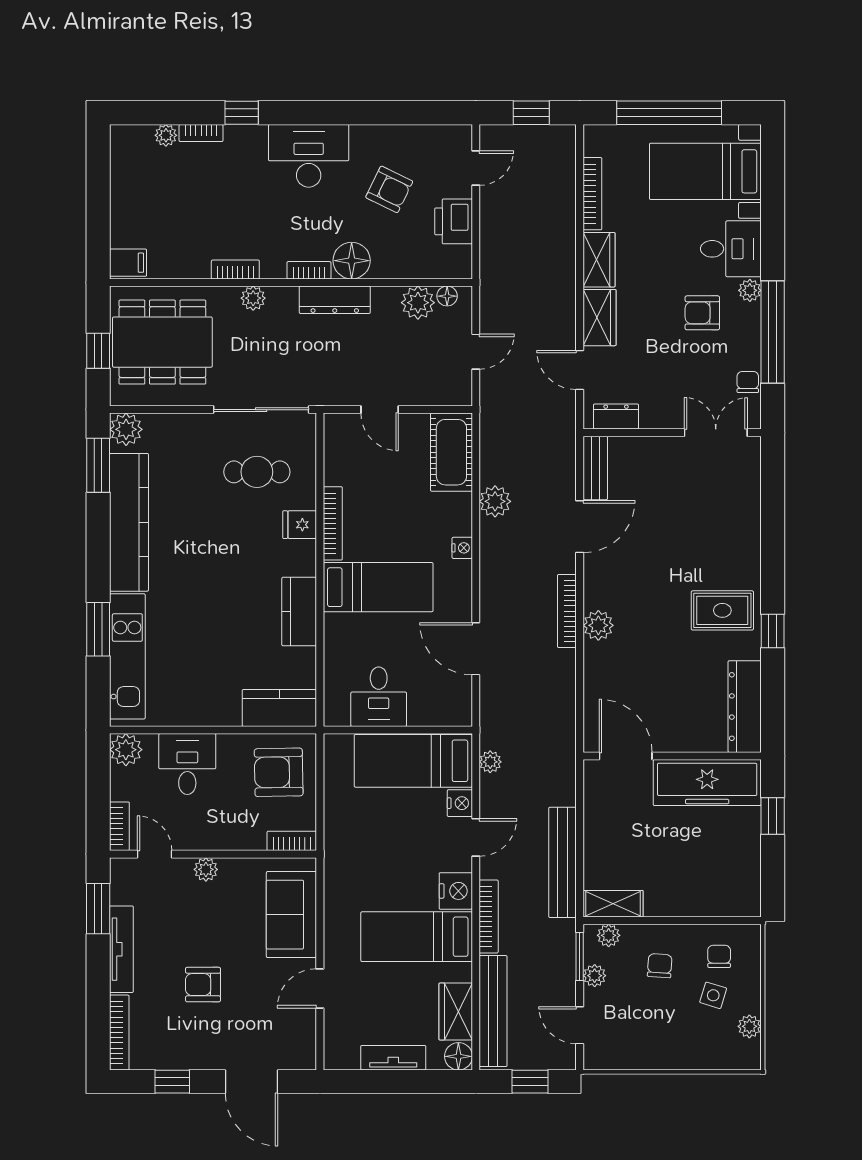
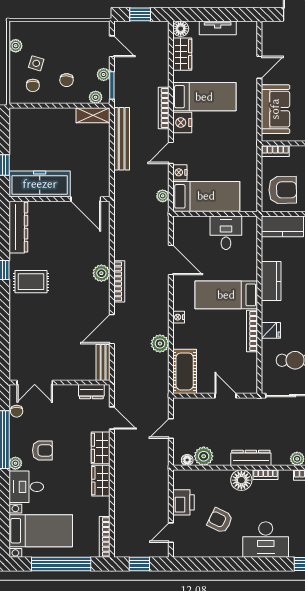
bookcase: (592, 194) -> (105, 537), moved
bench: (493, 1011) -> (161, 54), removed

